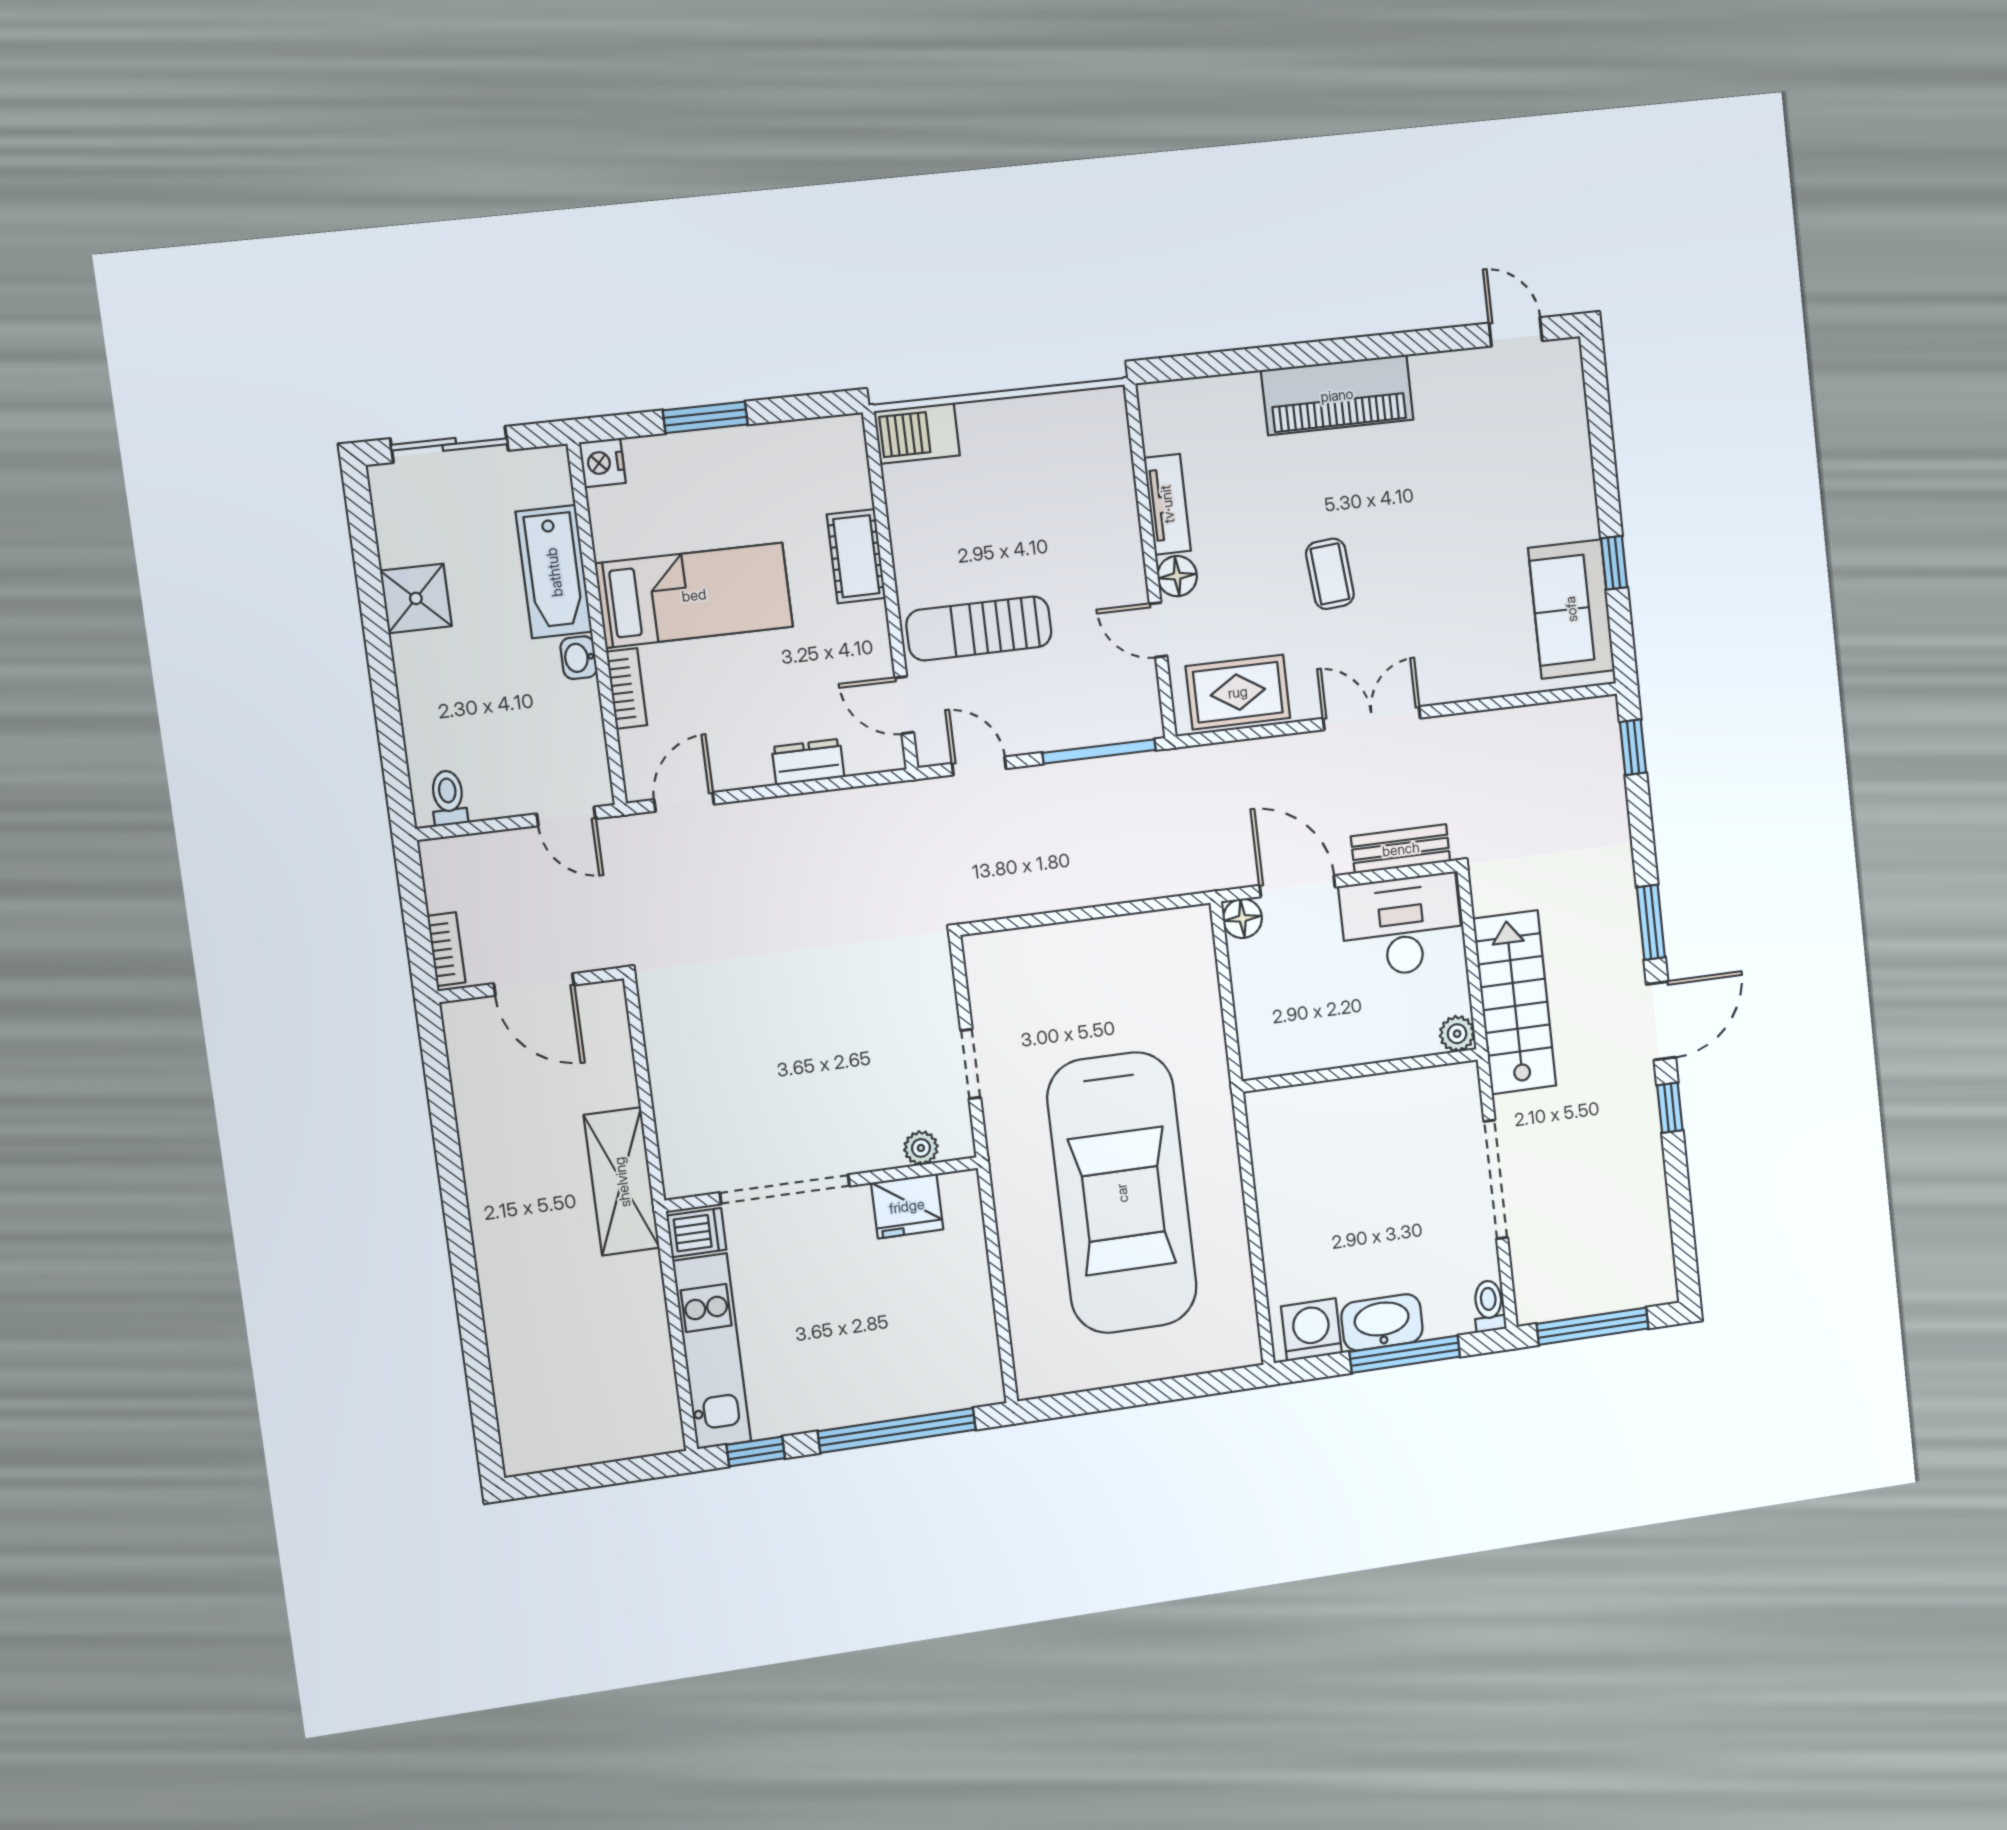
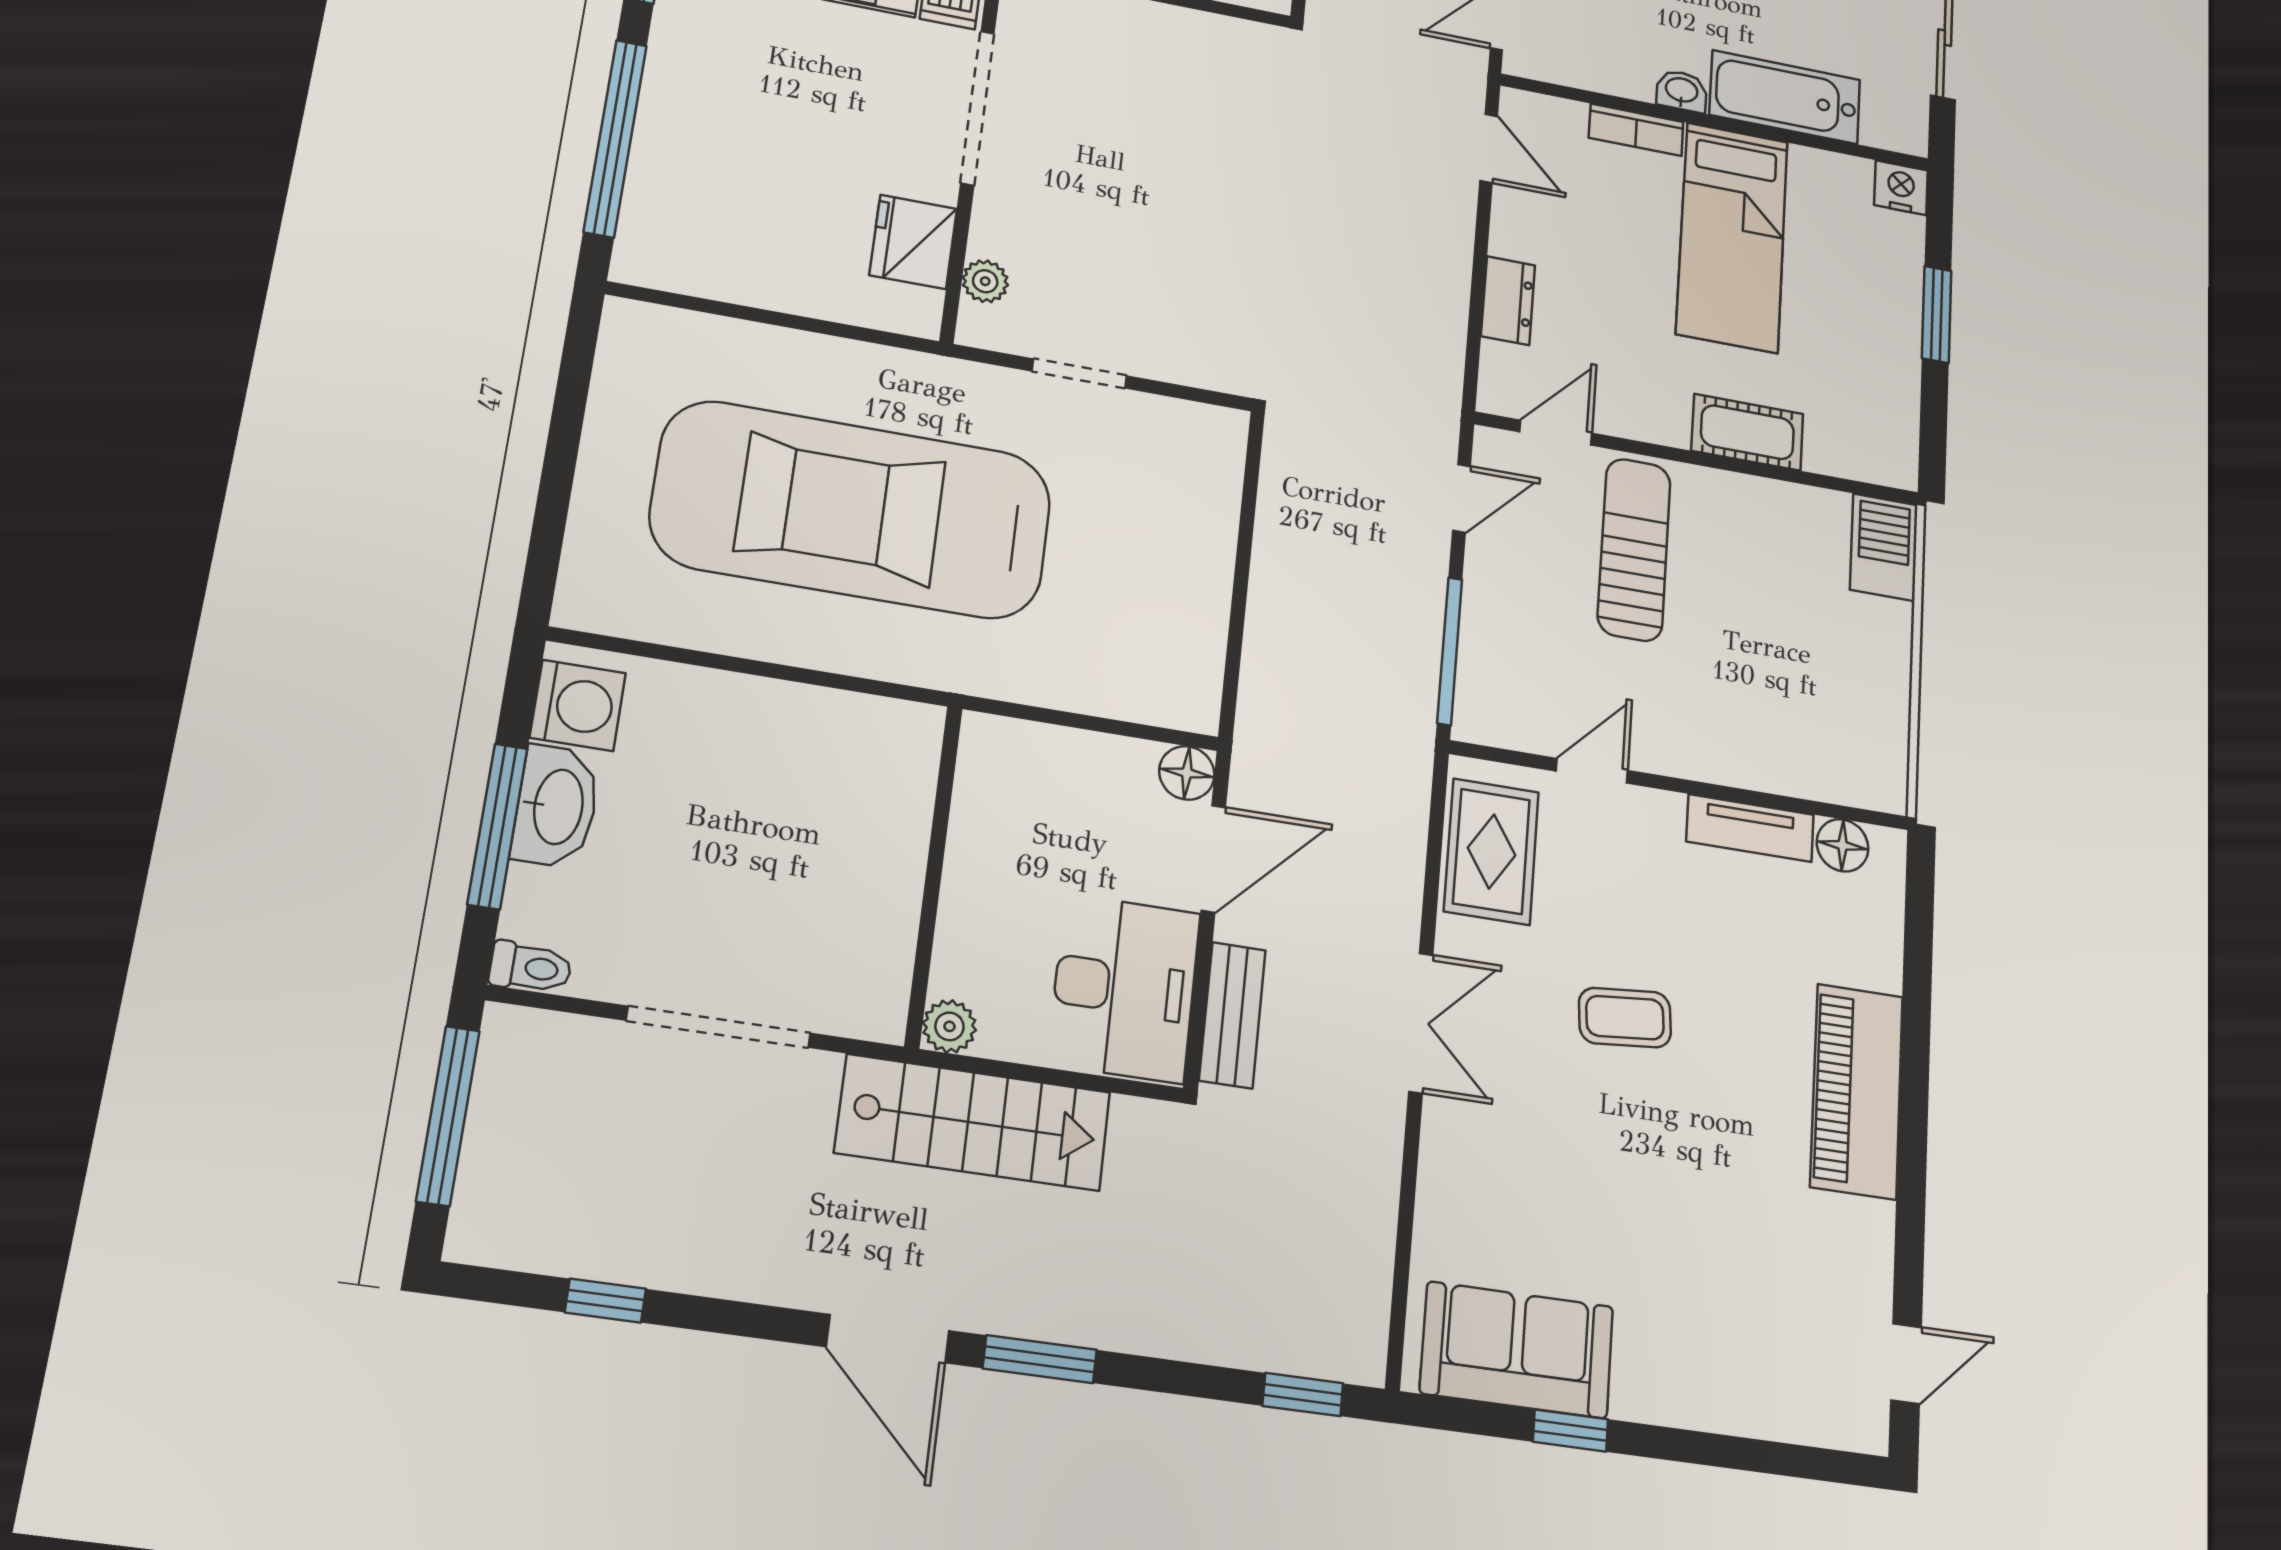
floor lamp: (1177, 576) -> (1842, 845), moved
window: (1670, 1108) -> (605, 1301), moved

